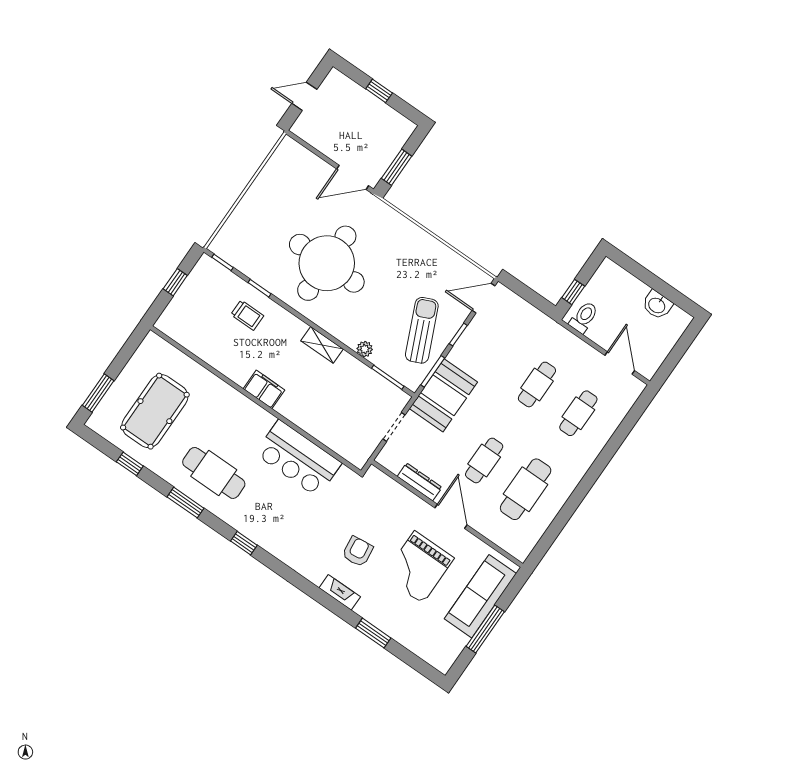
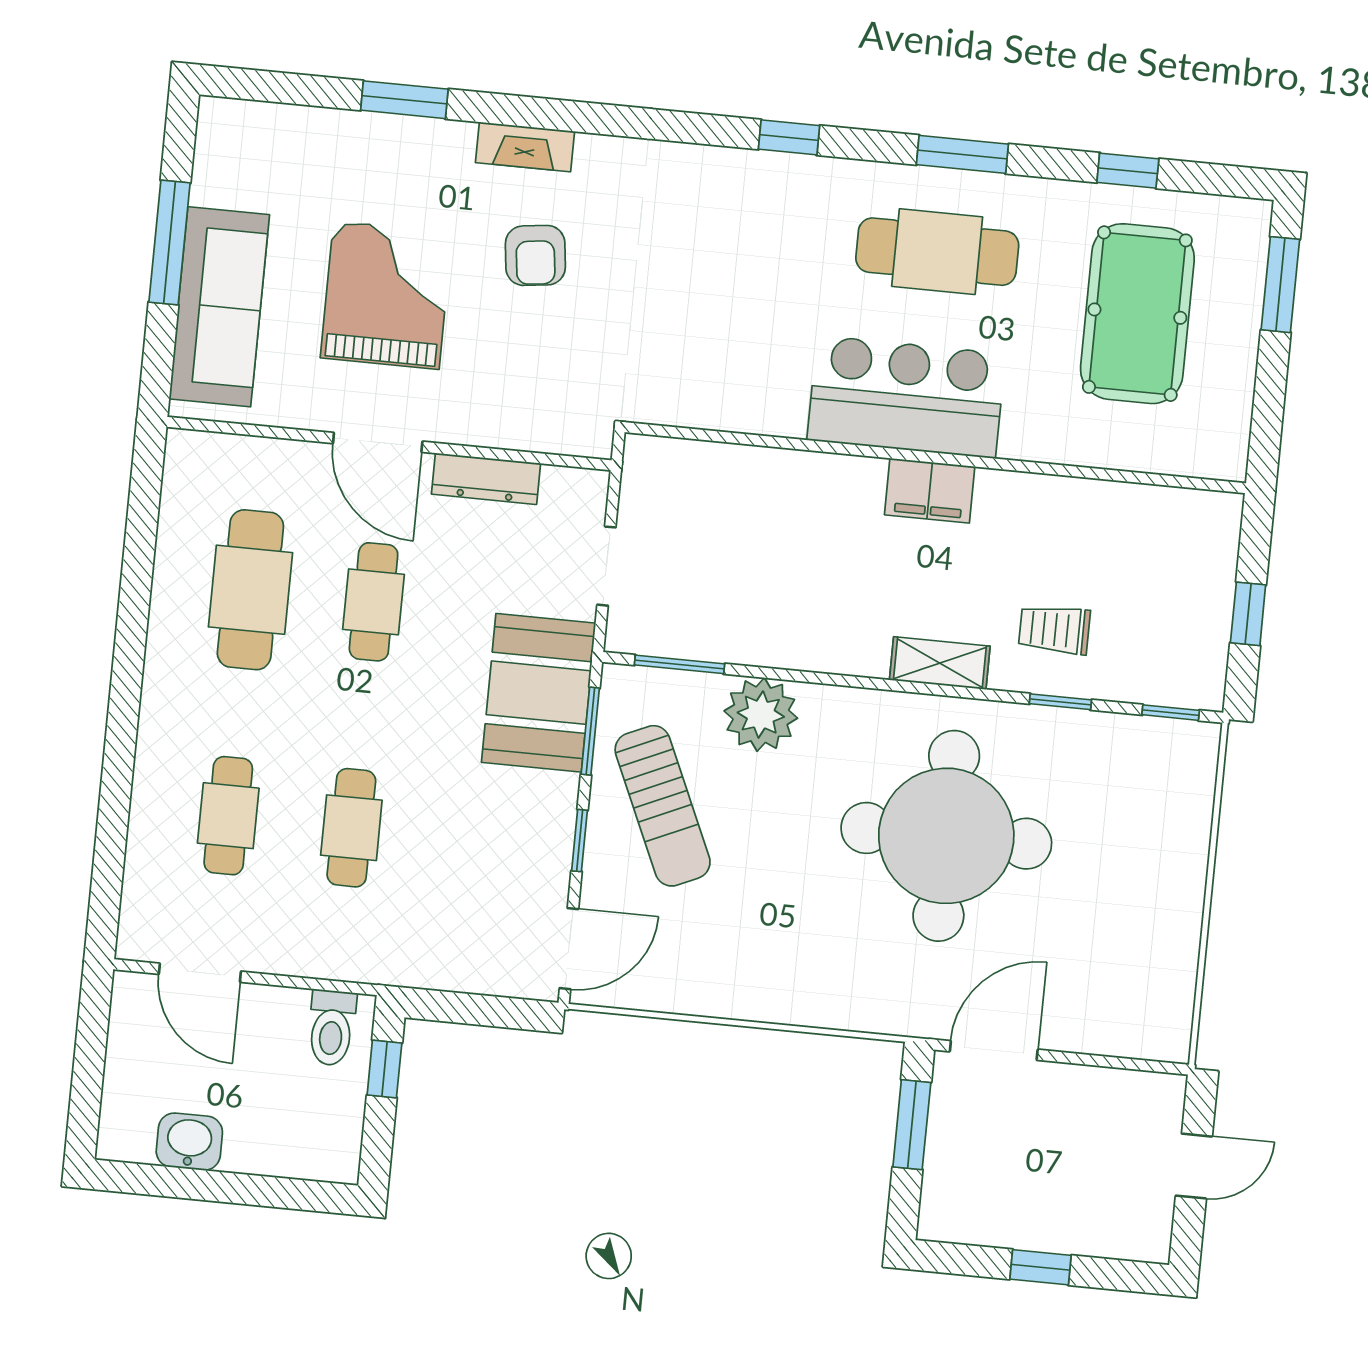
shelving: (322, 345) -> (940, 663), moved
plant: (365, 349) -> (761, 715), width x1.87, depth x1.87
bar counter: (298, 458) -> (906, 397), moved

